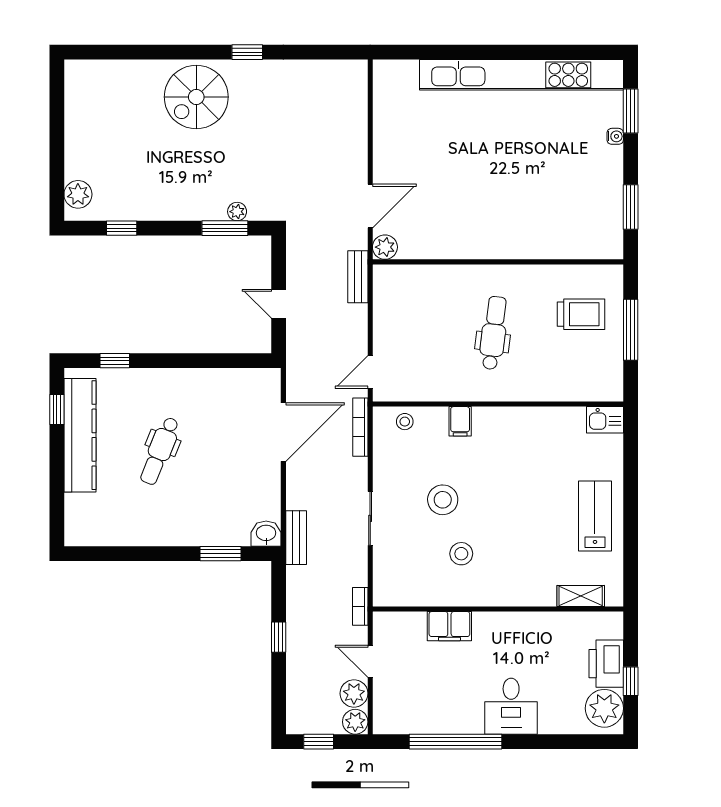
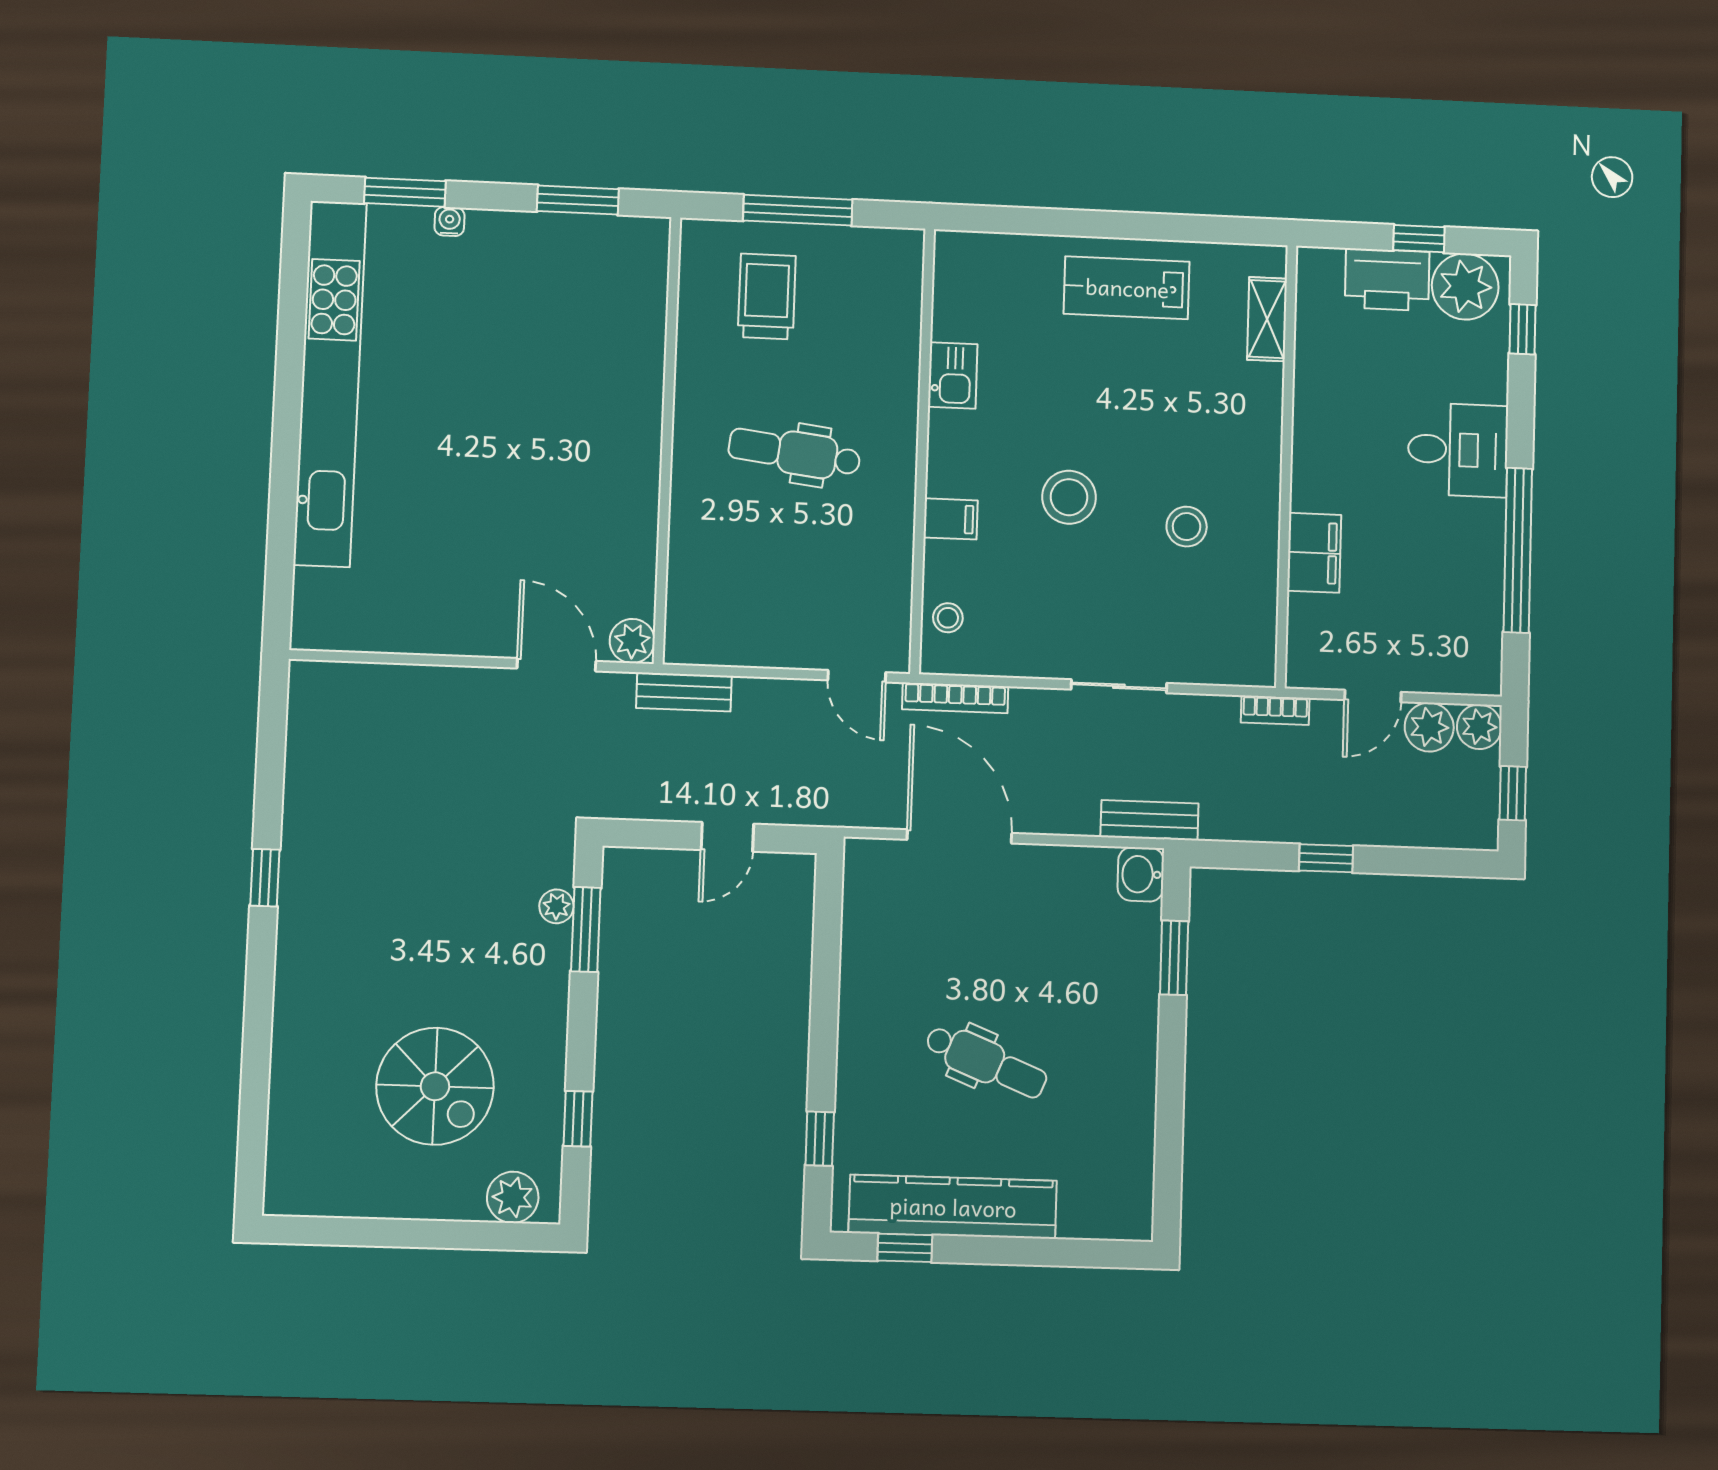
spiral stairs: (196, 97) -> (435, 1086), moved
kitchen sink: (605, 420) -> (953, 376), moved
stool: (443, 500) -> (1069, 497), moved
window: (581, 742) -> (1522, 329), added

